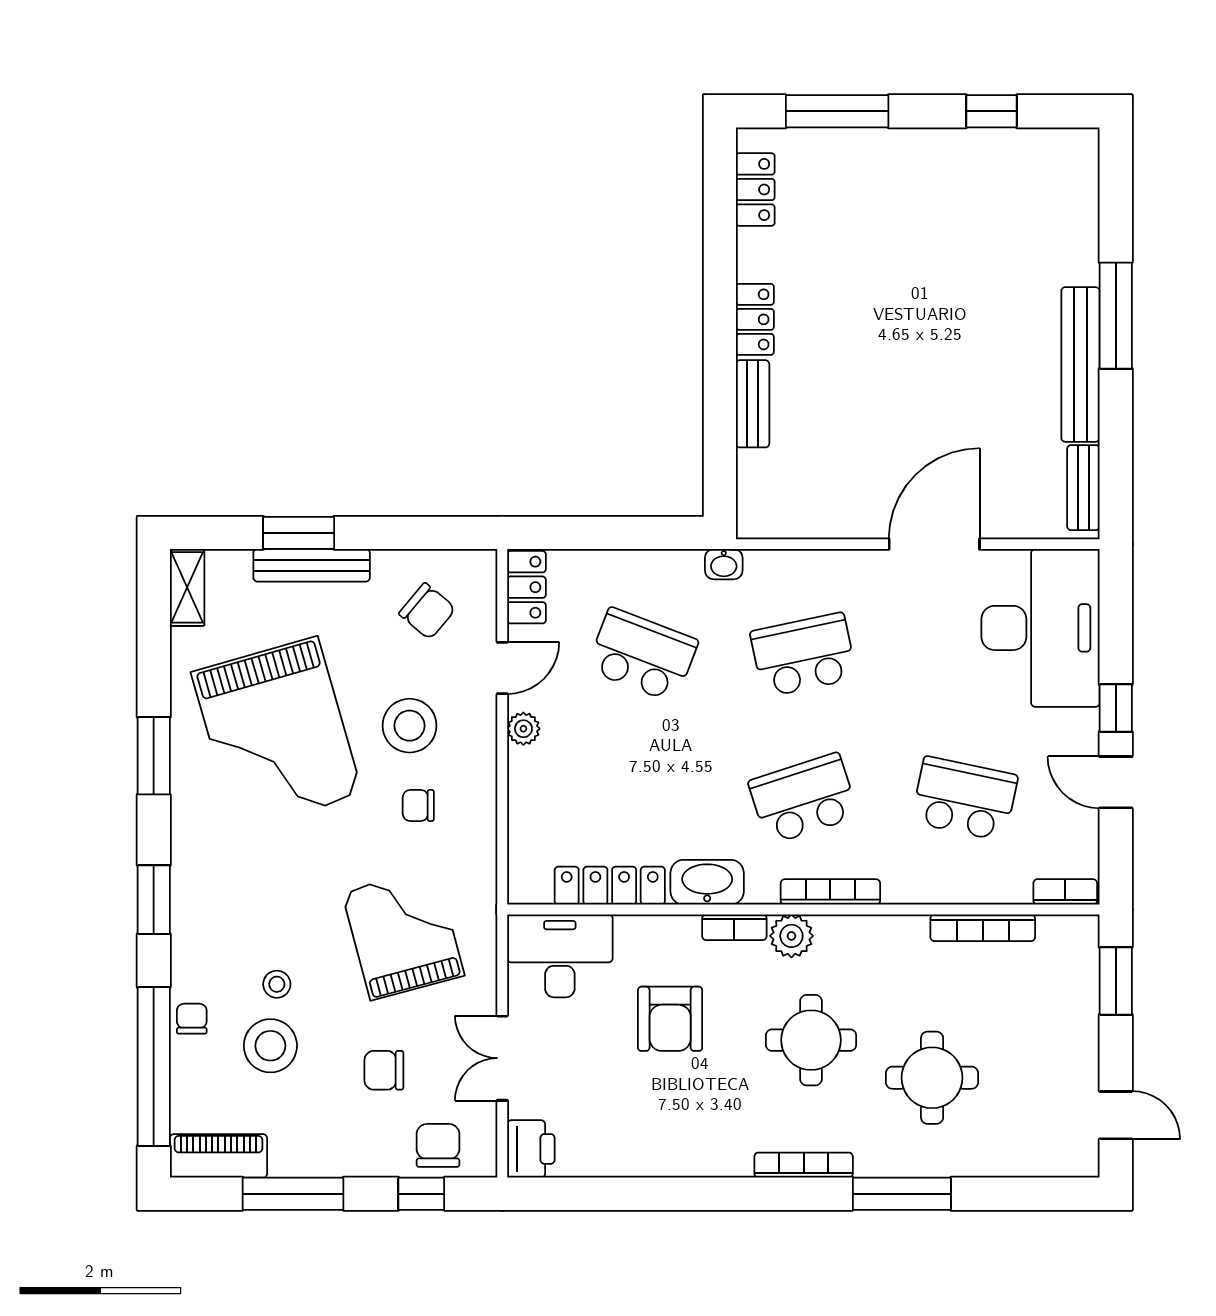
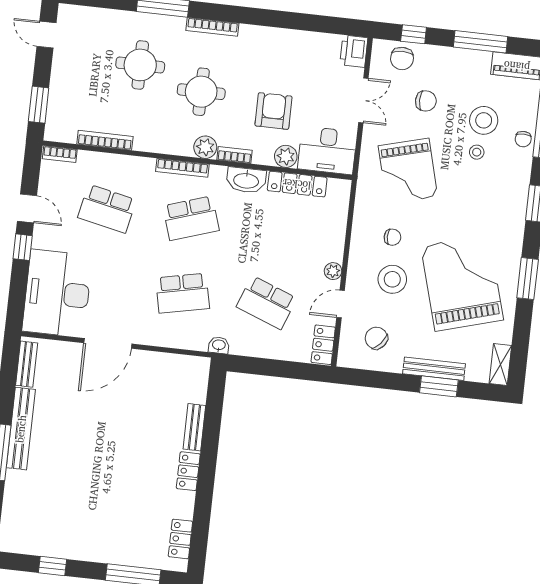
plant: (637, 936) -> (286, 156), added

